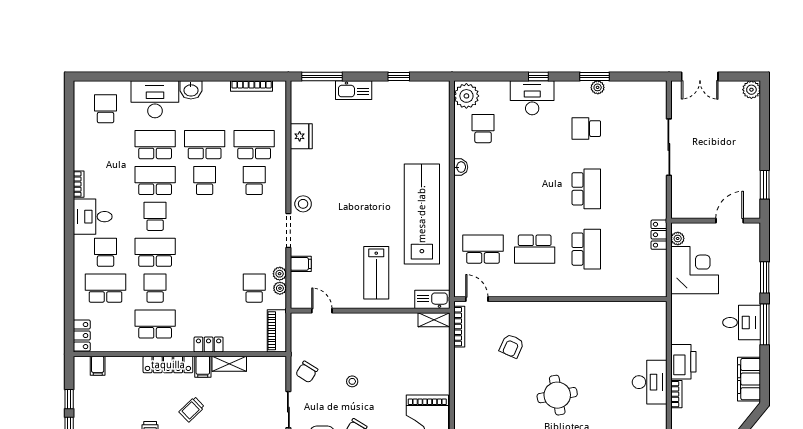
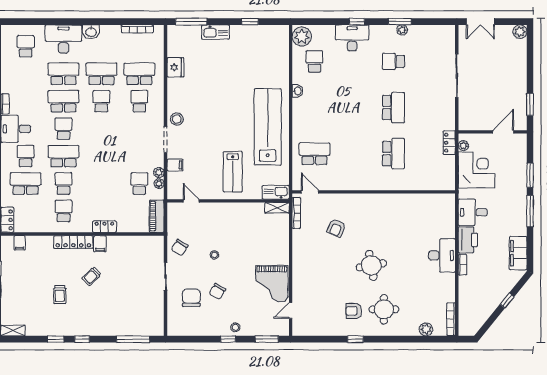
school desk: (535, 249) -> (354, 154), removed
desk: (742, 323) -> (473, 212), moved, turned 180
school desk: (155, 324) -> (64, 211), width x0.54
shelving: (229, 364) -> (120, 241), removed

